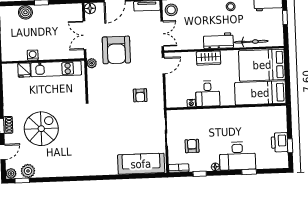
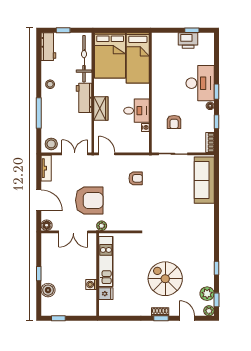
bicycle: (251, 42) -> (84, 59), width x1.37, depth x1.40
armchair: (192, 146) -> (174, 122), moved, turned -90
window: (249, 172) -> (216, 92), moved
window: (54, 179) -> (216, 268), added

